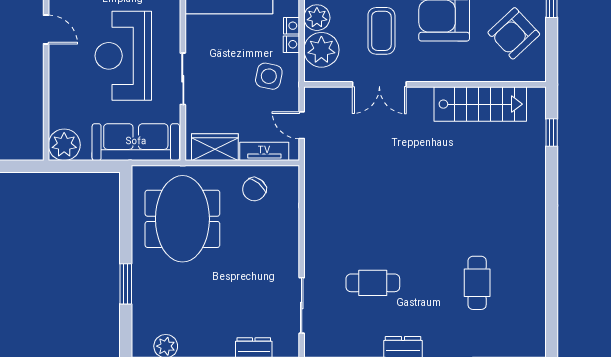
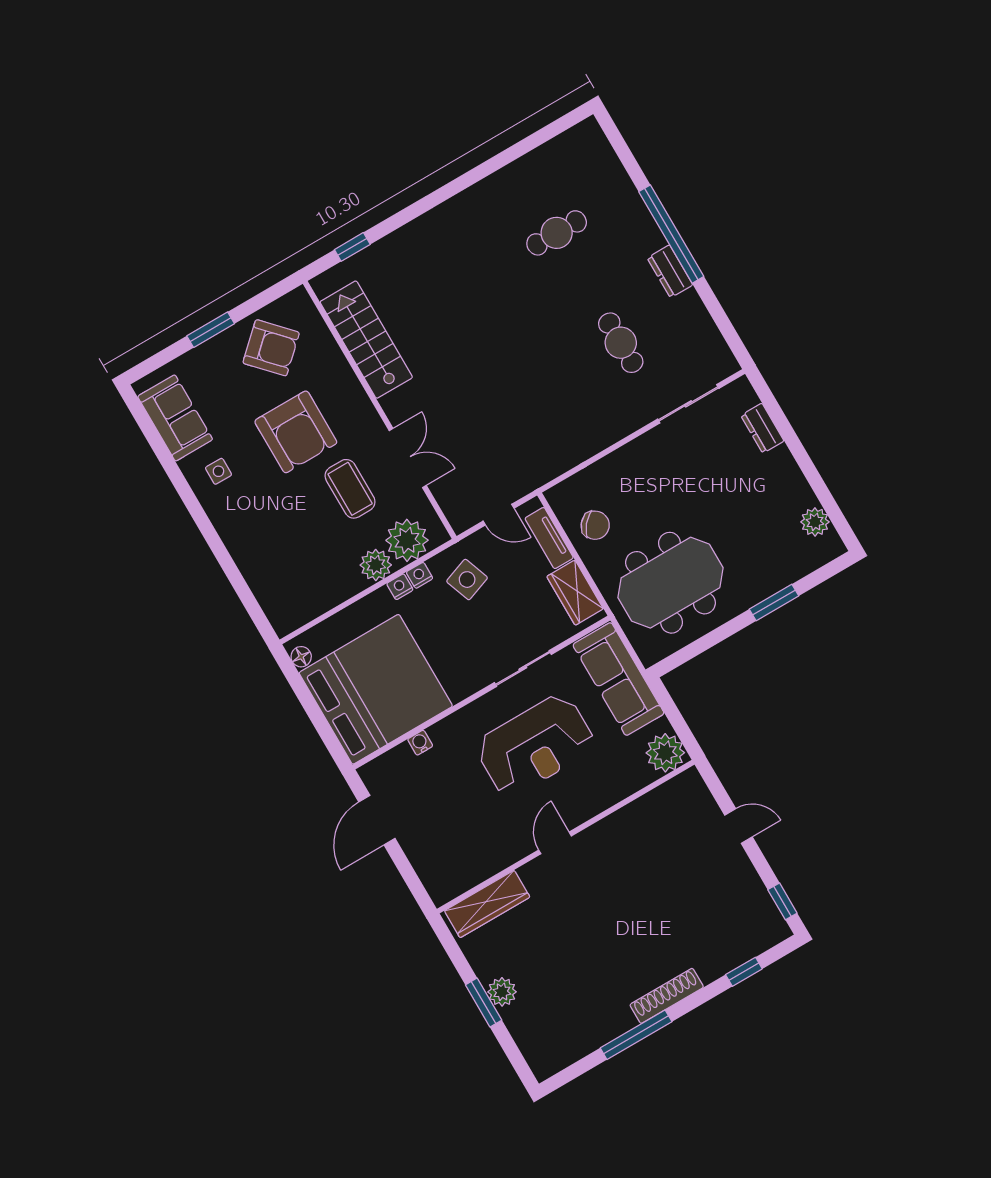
coffee table: (381, 31) -> (350, 489), turned 90
side table: (269, 76) -> (467, 580), turned -32
door: (302, 125) -> (499, 515), hinge flipped

